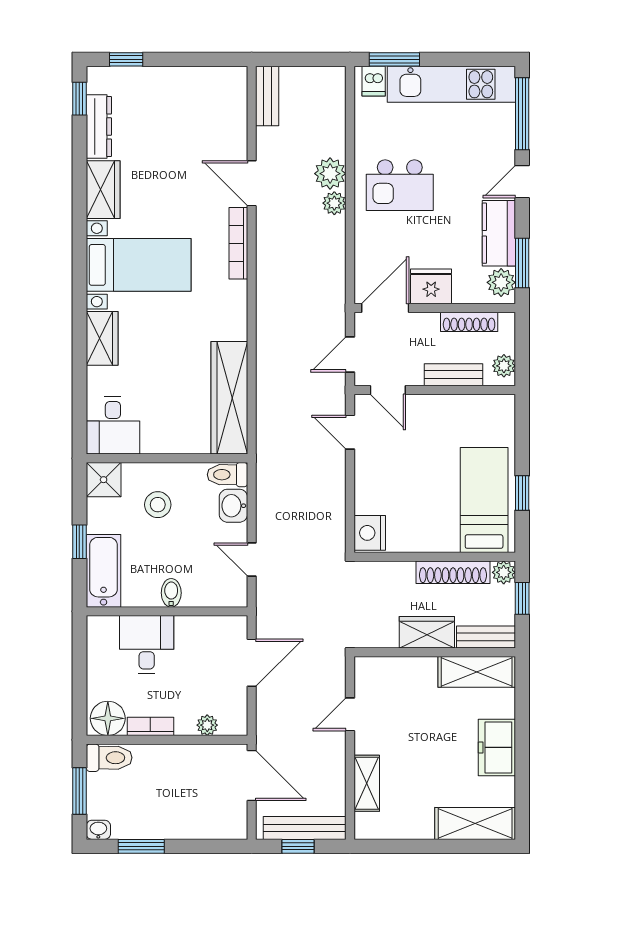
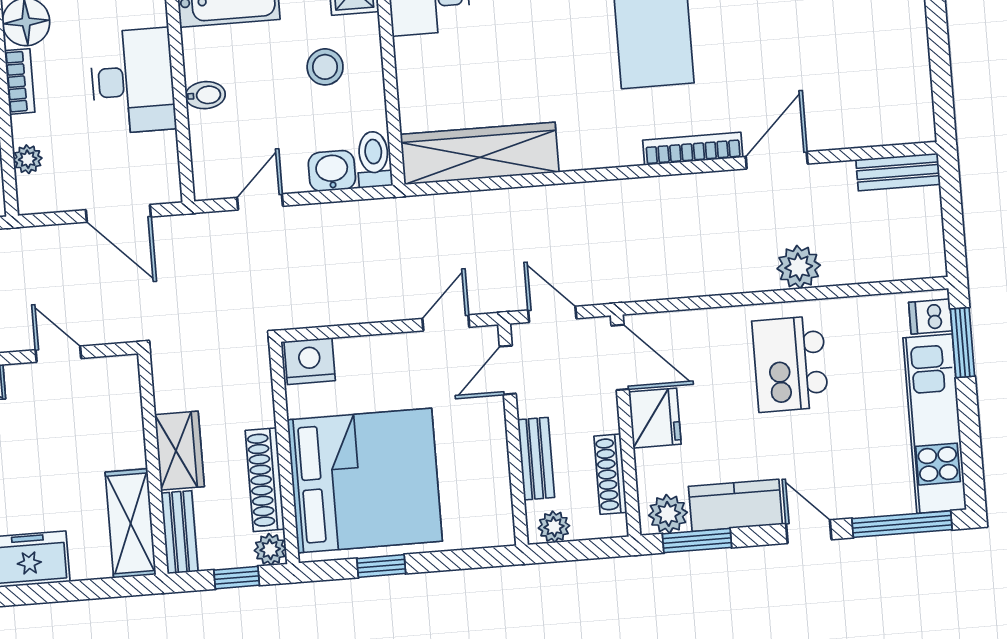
plant: (334, 203) -> (758, 276), removed
bed: (484, 500) -> (365, 480), width x2.04
desk: (147, 645) -> (133, 81), width x1.37

